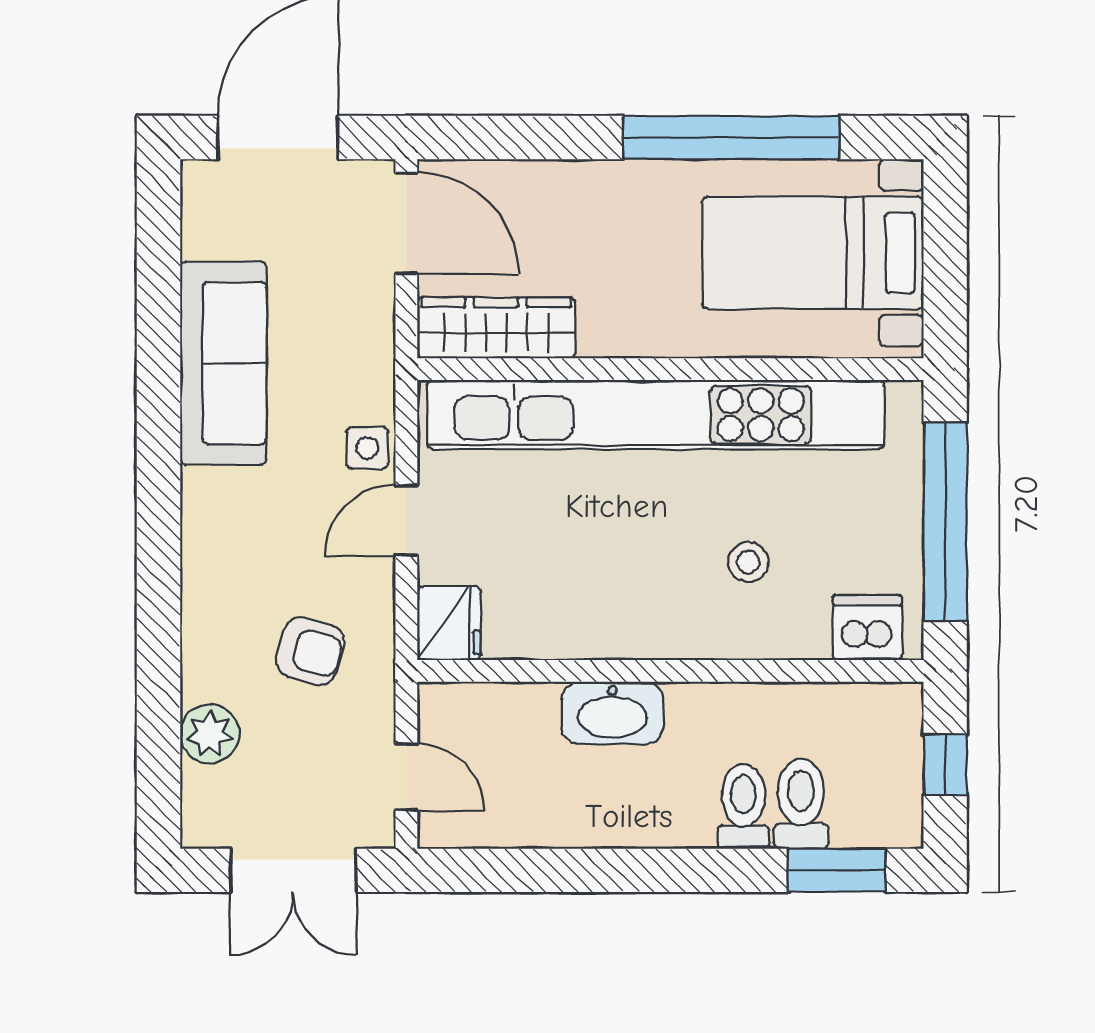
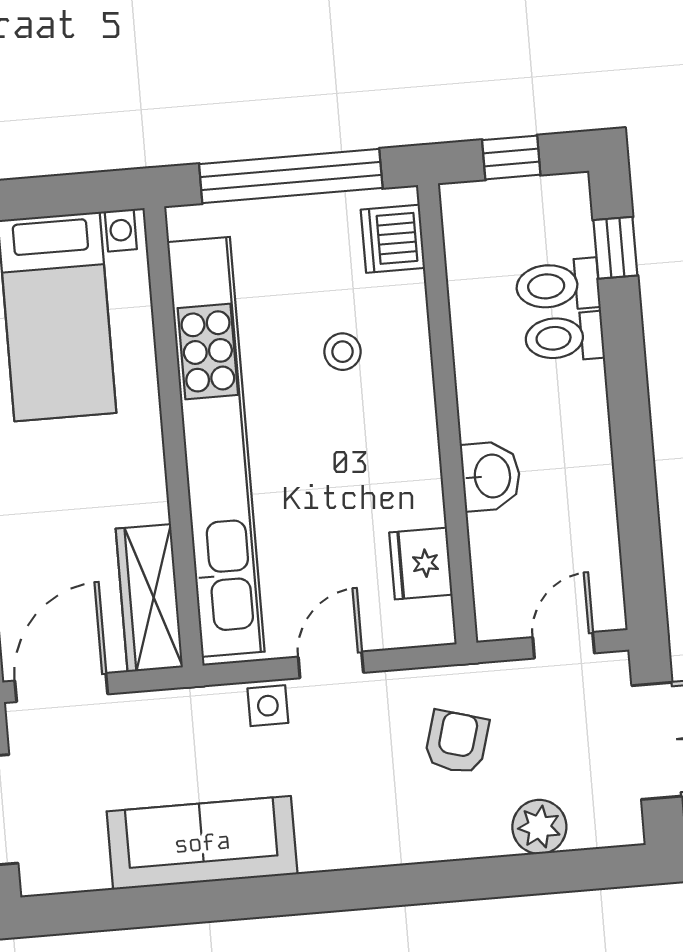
door: (406, 520) -> (331, 665), swing flipped
fridge: (449, 623) -> (421, 564), moved, turned -90
washbasin: (612, 713) -> (491, 476), width x0.72
window: (837, 870) -> (615, 248), width x0.67

